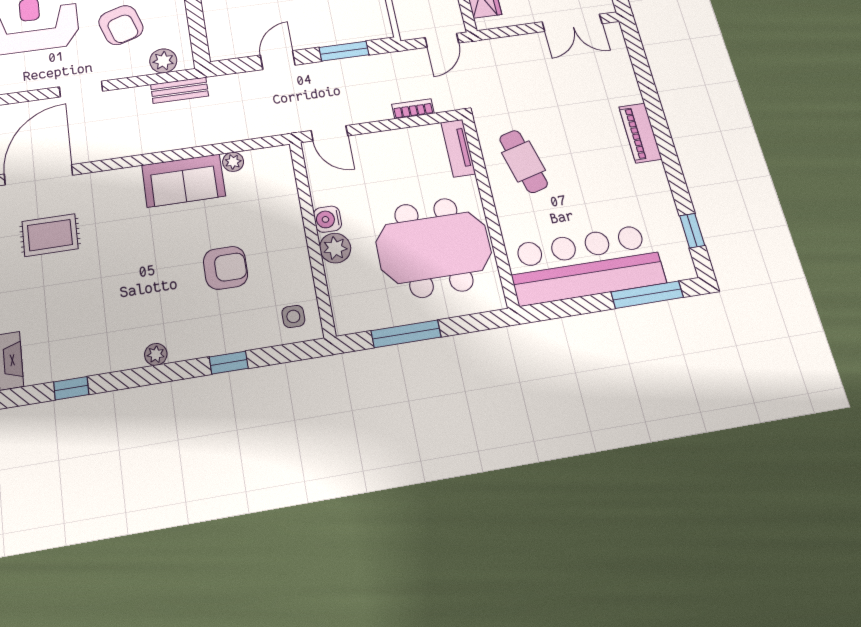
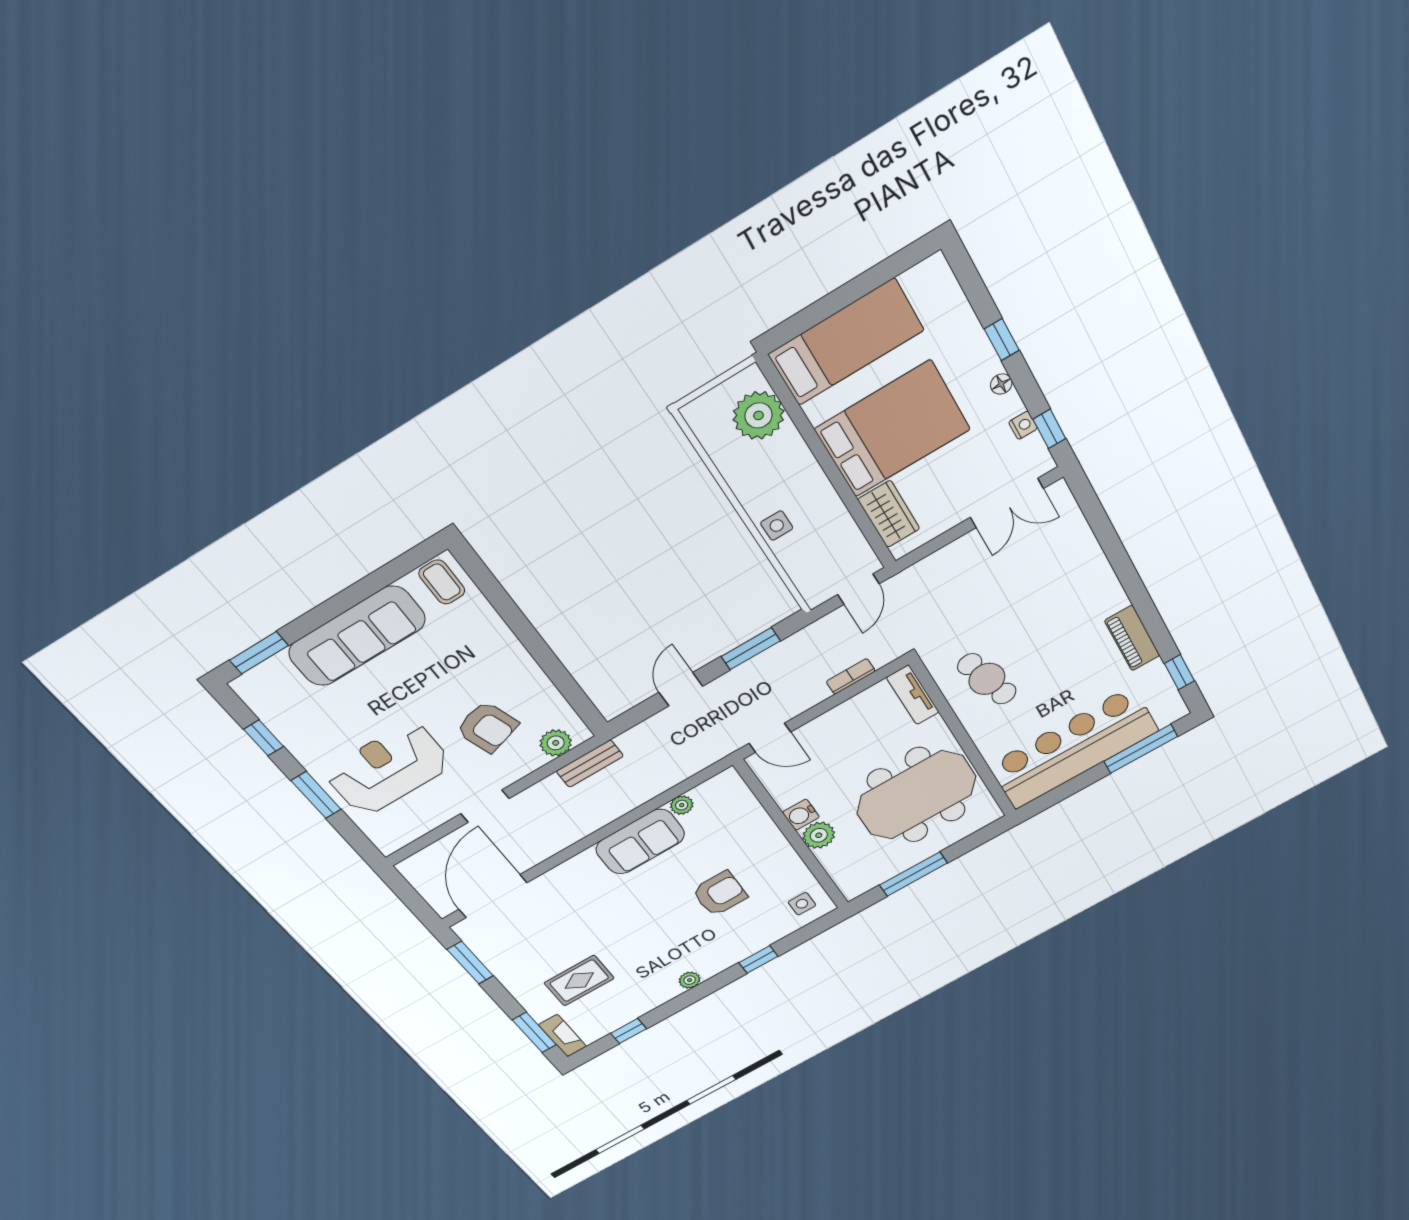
piano: (640, 133) -> (1132, 638), moved
rug: (50, 235) -> (579, 981), moved

